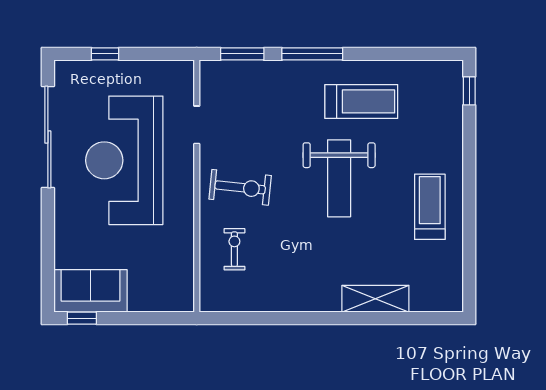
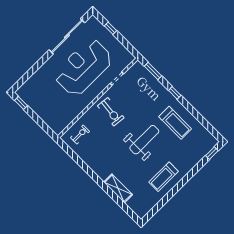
window: (312, 54) -> (175, 93), width x0.46
weight bench: (339, 178) -> (144, 140), turned 180
treadmill: (430, 207) -> (164, 177), turned 180
exercise bike: (234, 249) -> (80, 135), moved
sofa: (90, 291) -> (32, 97), removed

